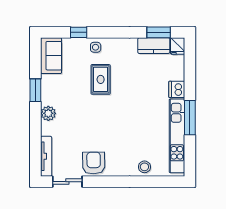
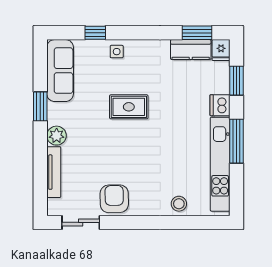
sofa: (51, 56) -> (60, 71), width x1.36
window: (190, 70) -> (237, 81), added
rug: (101, 79) -> (129, 107), moved, turned 90
tv unit: (46, 156) -> (54, 172), moved

